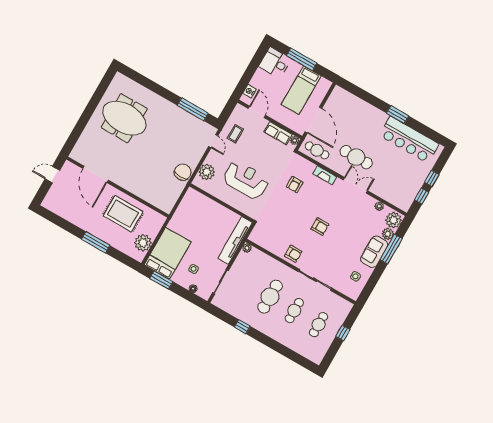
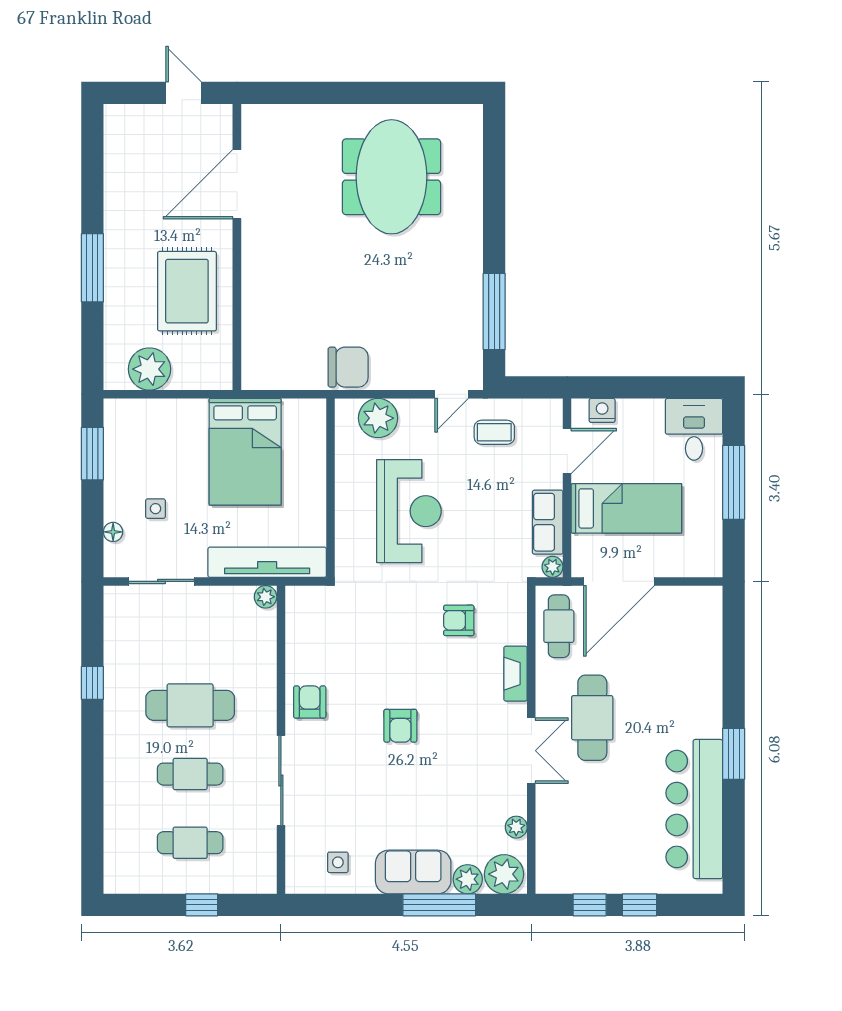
bed: (301, 90) -> (626, 508), moved, turned 180
bed: (168, 253) -> (245, 452), moved, turned 90
armchair: (293, 254) -> (310, 702), turned 180

